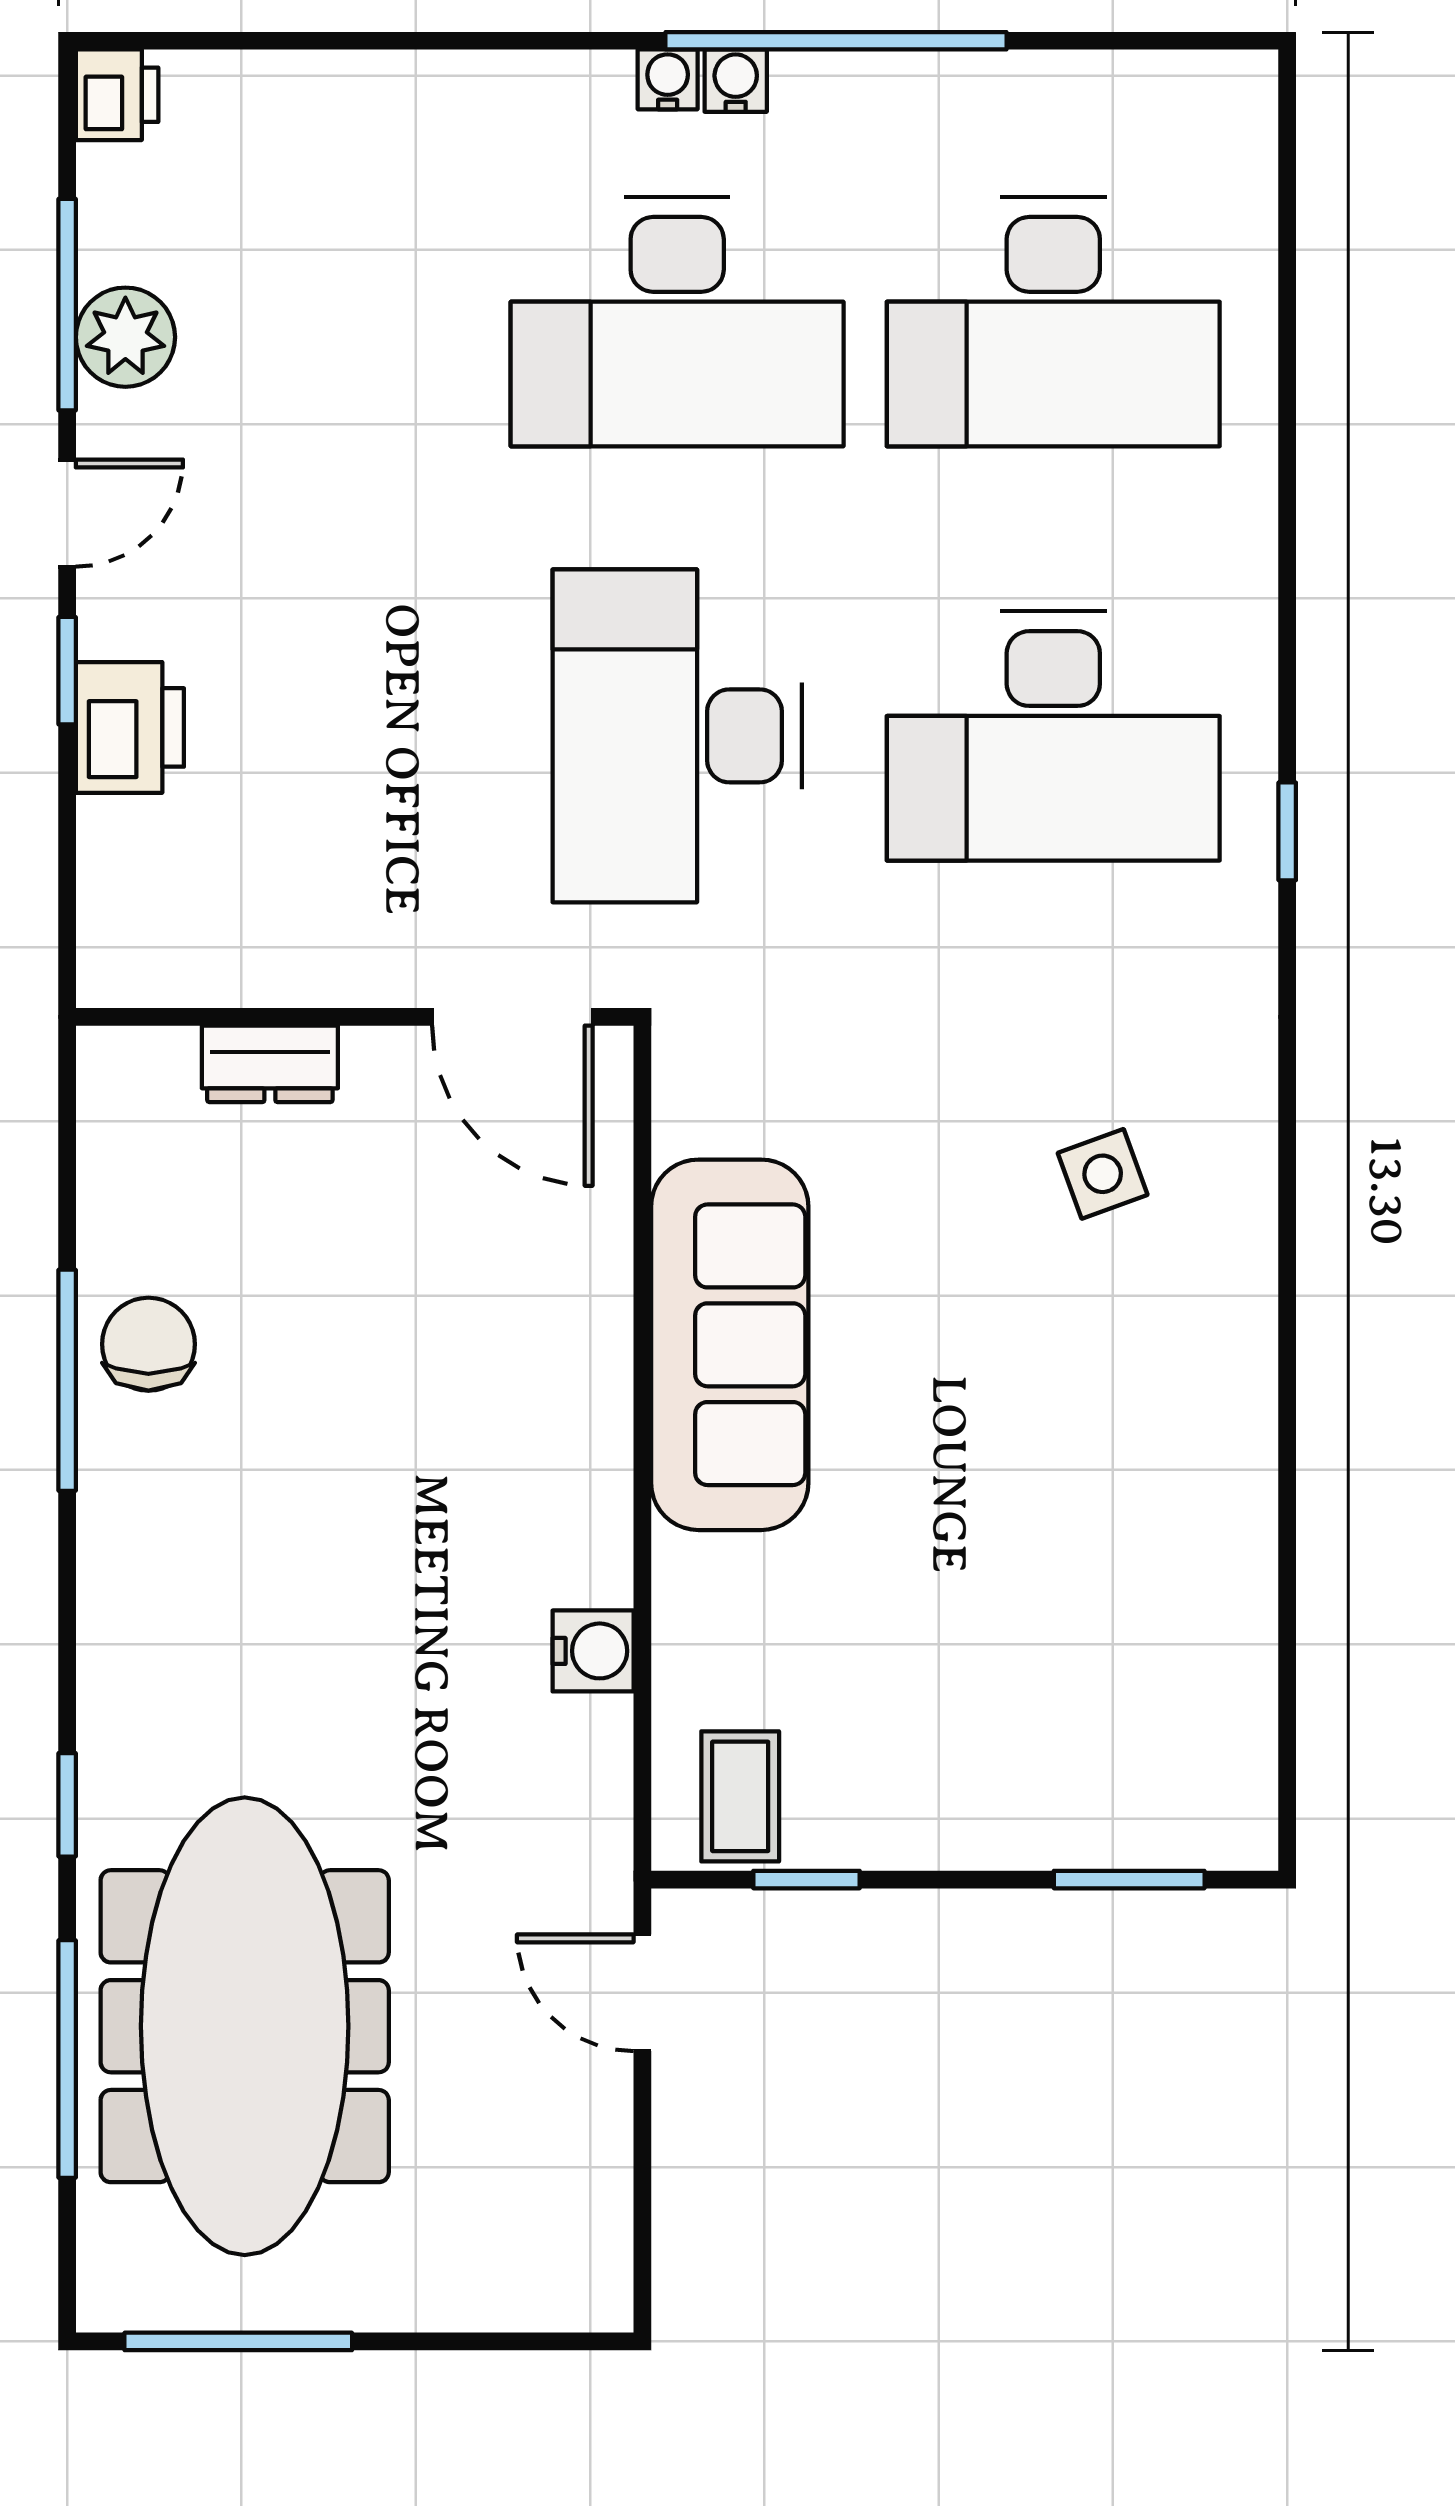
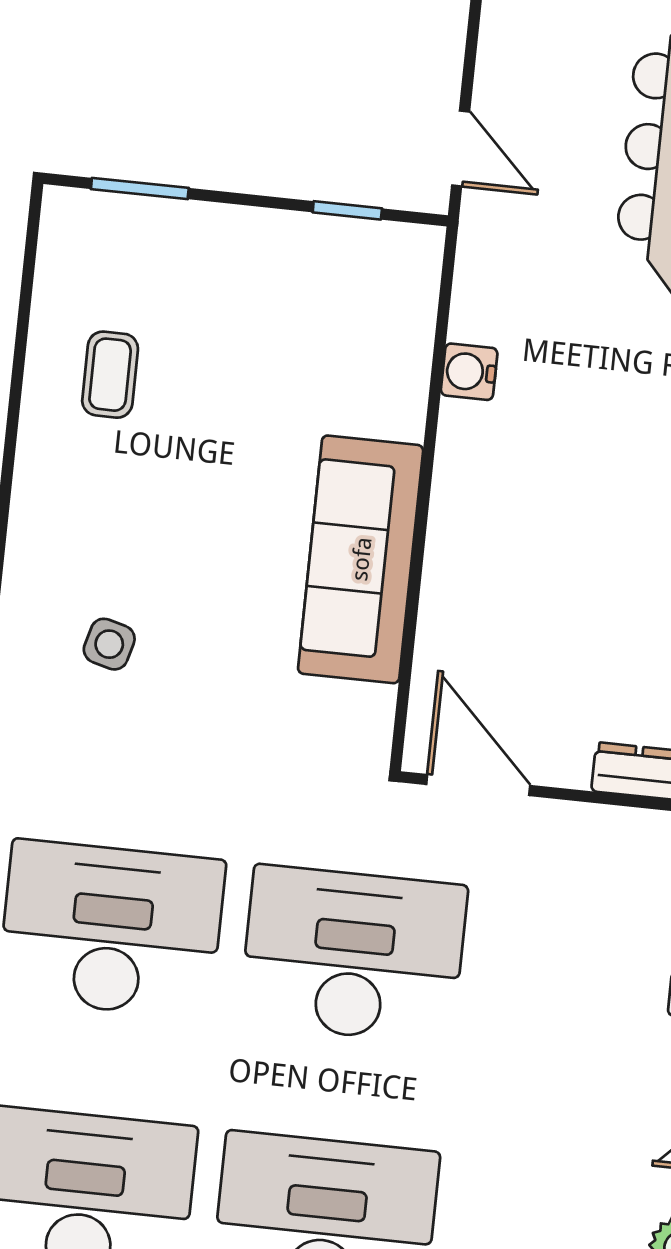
desk: (677, 736) -> (353, 955), turned -90
side table: (1103, 1174) -> (109, 644), turned 35
coffee table: (740, 1796) -> (110, 375), moved

